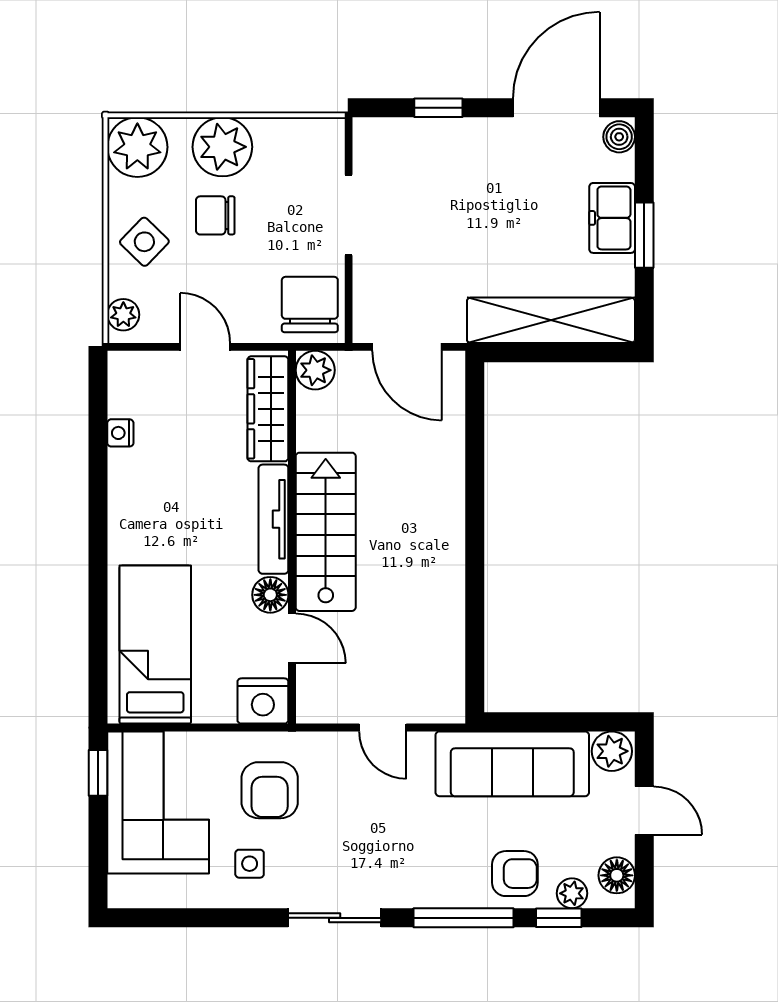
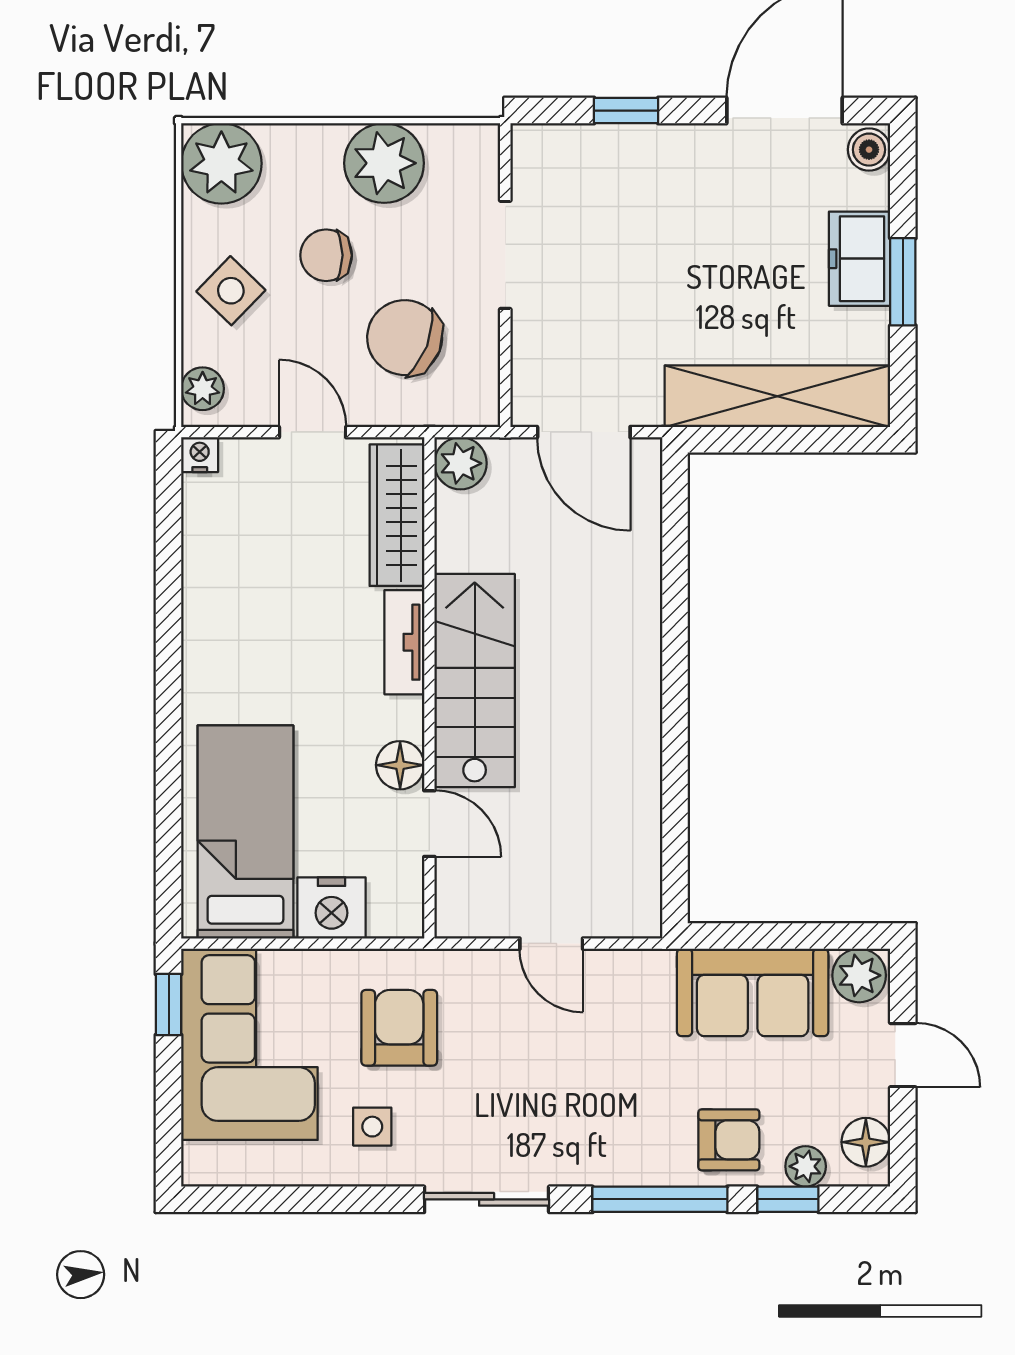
plant: (222, 147) -> (384, 163), moved
chair: (310, 304) -> (405, 338), moved, turned -69
nightstand: (120, 433) -> (200, 455), moved, turned 90
tv unit: (273, 519) -> (404, 642), width x0.71
nightstand: (263, 701) -> (332, 908), moved
sofa: (512, 764) -> (753, 992), width x0.73
armchair: (270, 790) -> (399, 1028), turned 180

